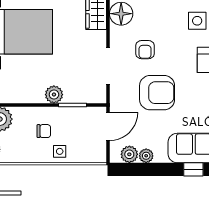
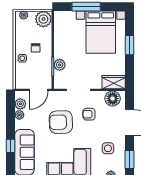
armchair: (157, 93) -> (61, 122), turned 88
plant: (54, 95) -> (60, 65), moved
door: (108, 126) -> (39, 90), hinge flipped

